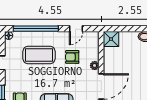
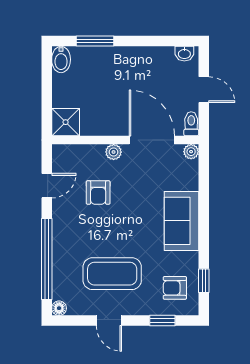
door: (76, 29) -> (47, 186), hinge flipped
coffee table: (39, 55) -> (112, 274), moved, turned 90

